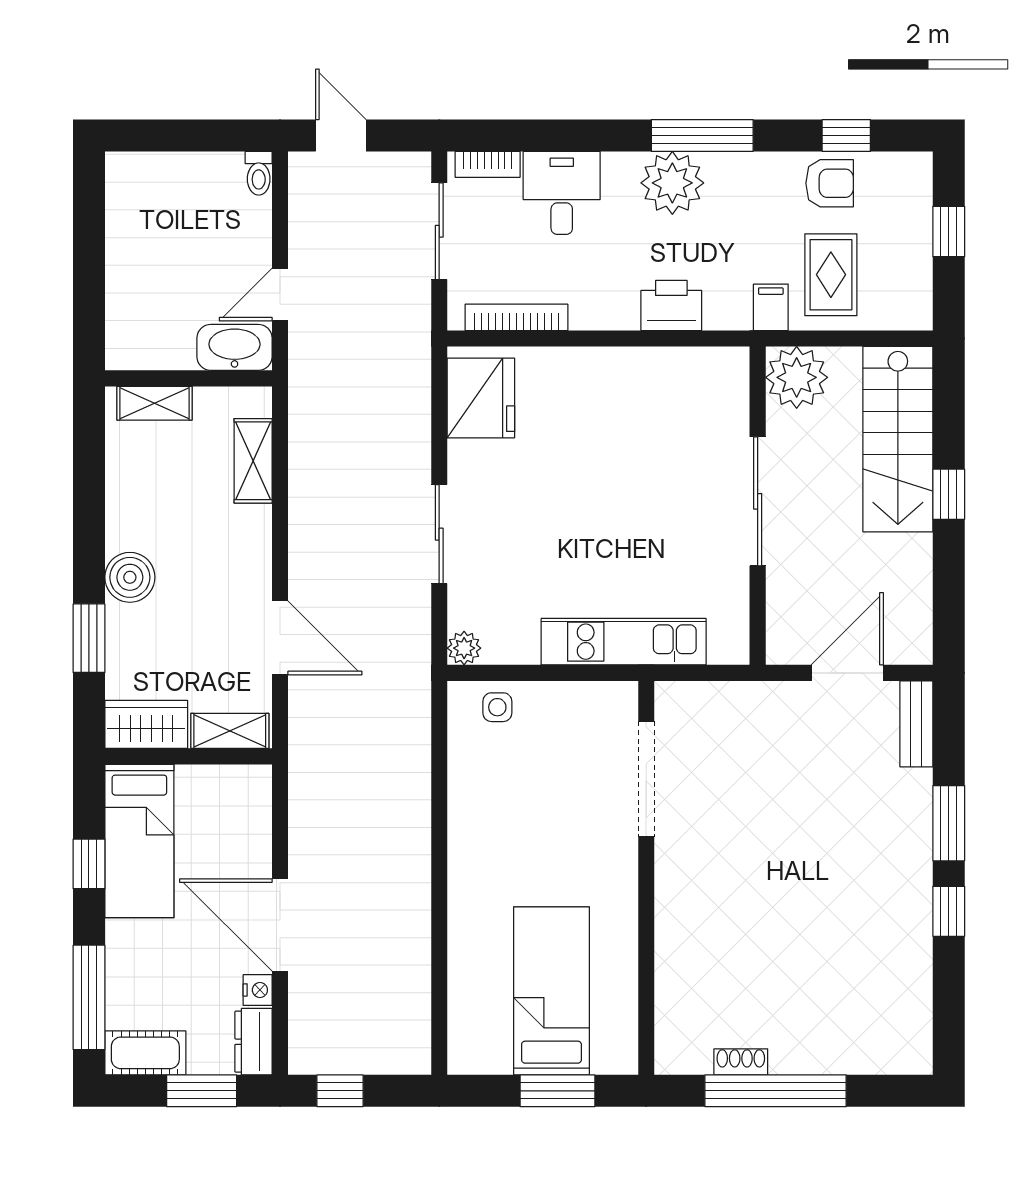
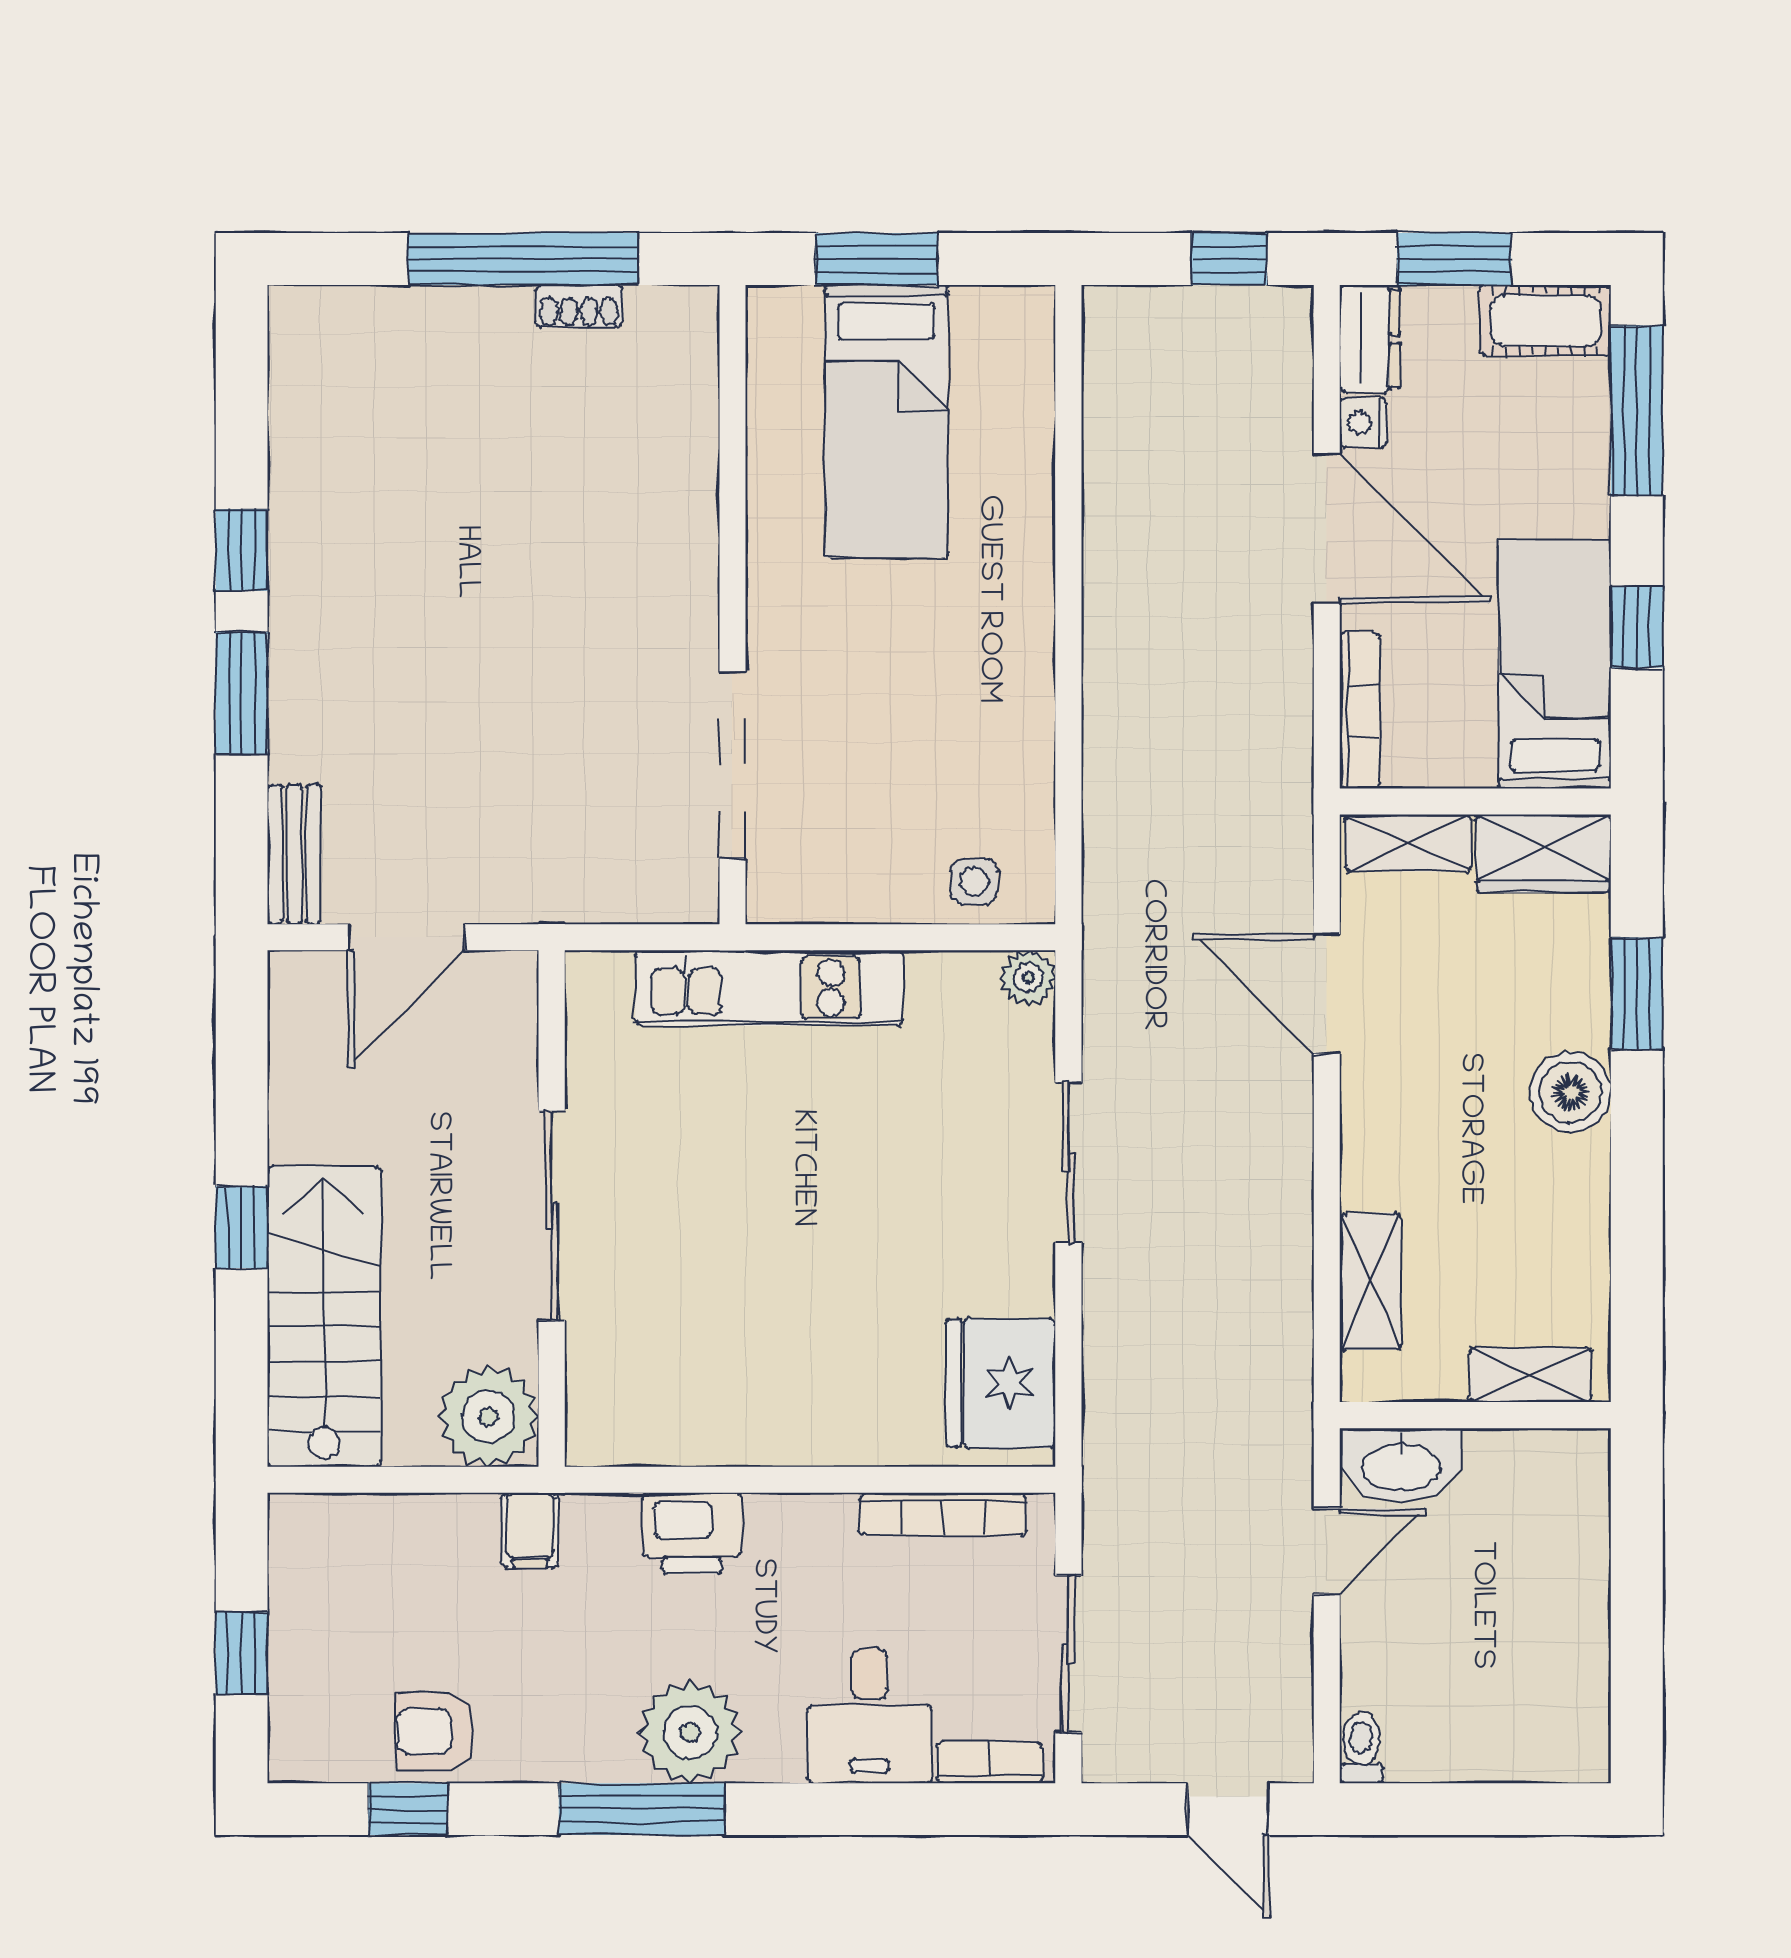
rug: (831, 275) -> (433, 1583), removed
bookcase: (260, 813) -> (1360, 710), added

